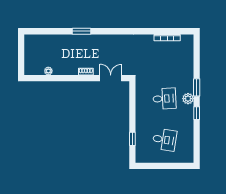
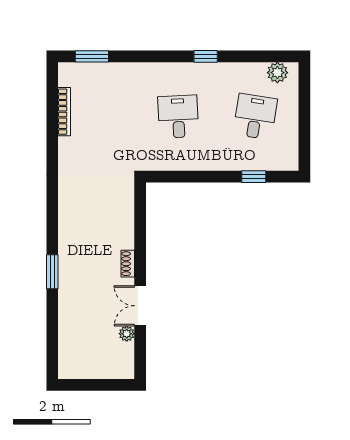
double door: (111, 78) -> (140, 306), moved
window: (197, 87) -> (92, 56), moved
plant: (188, 99) -> (277, 73), moved

